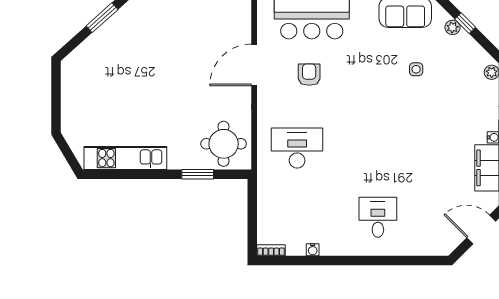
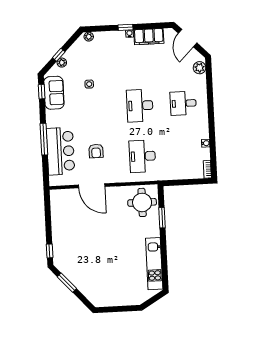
armchair: (309, 75) -> (96, 151), turned -90
desk: (378, 148) -> (140, 106), added
plant: (433, 246) -> (200, 68), added

